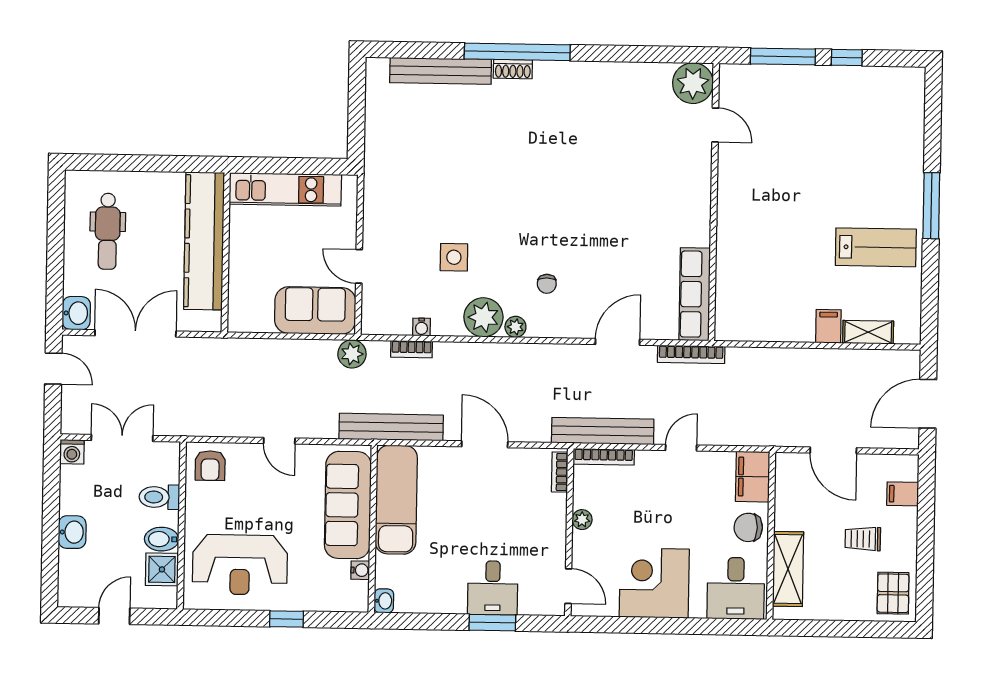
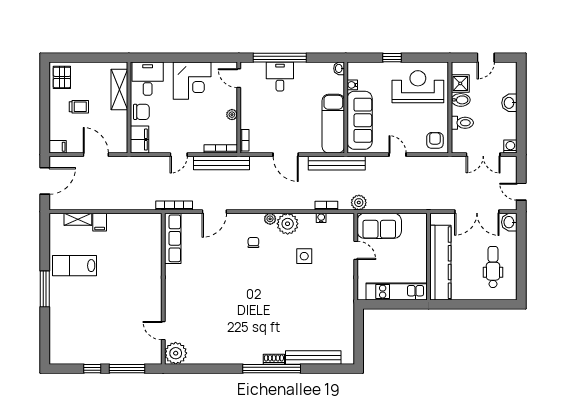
filing cabinet: (903, 494) -> (58, 147), moved
window: (492, 623) -> (280, 58), width x2.11

